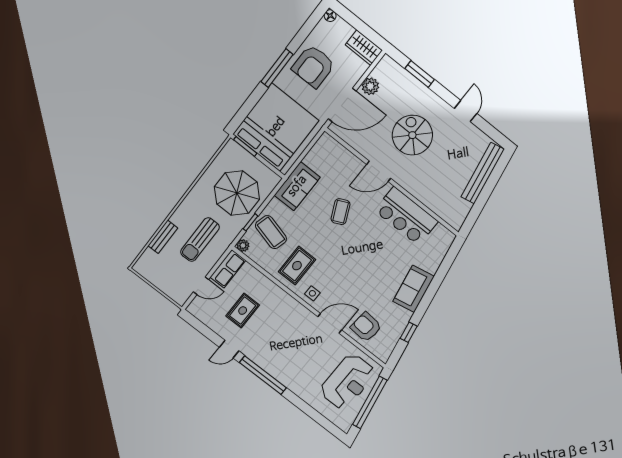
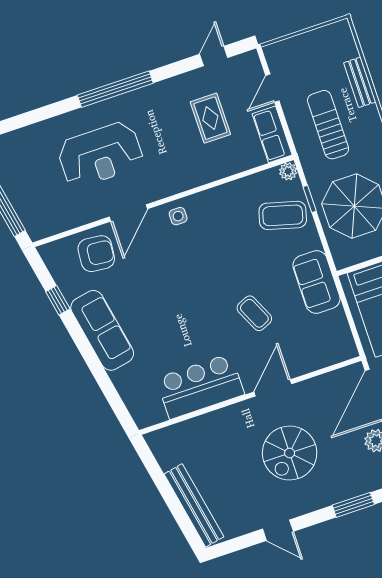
spiral stairs: (412, 135) -> (290, 453), turned 90
rug: (297, 266) -> (223, 220), removed
sofa: (413, 289) -> (102, 330), width x1.36
door: (229, 349) -> (214, 56), moved
reception desk: (347, 382) -> (100, 155), moved, turned -90

